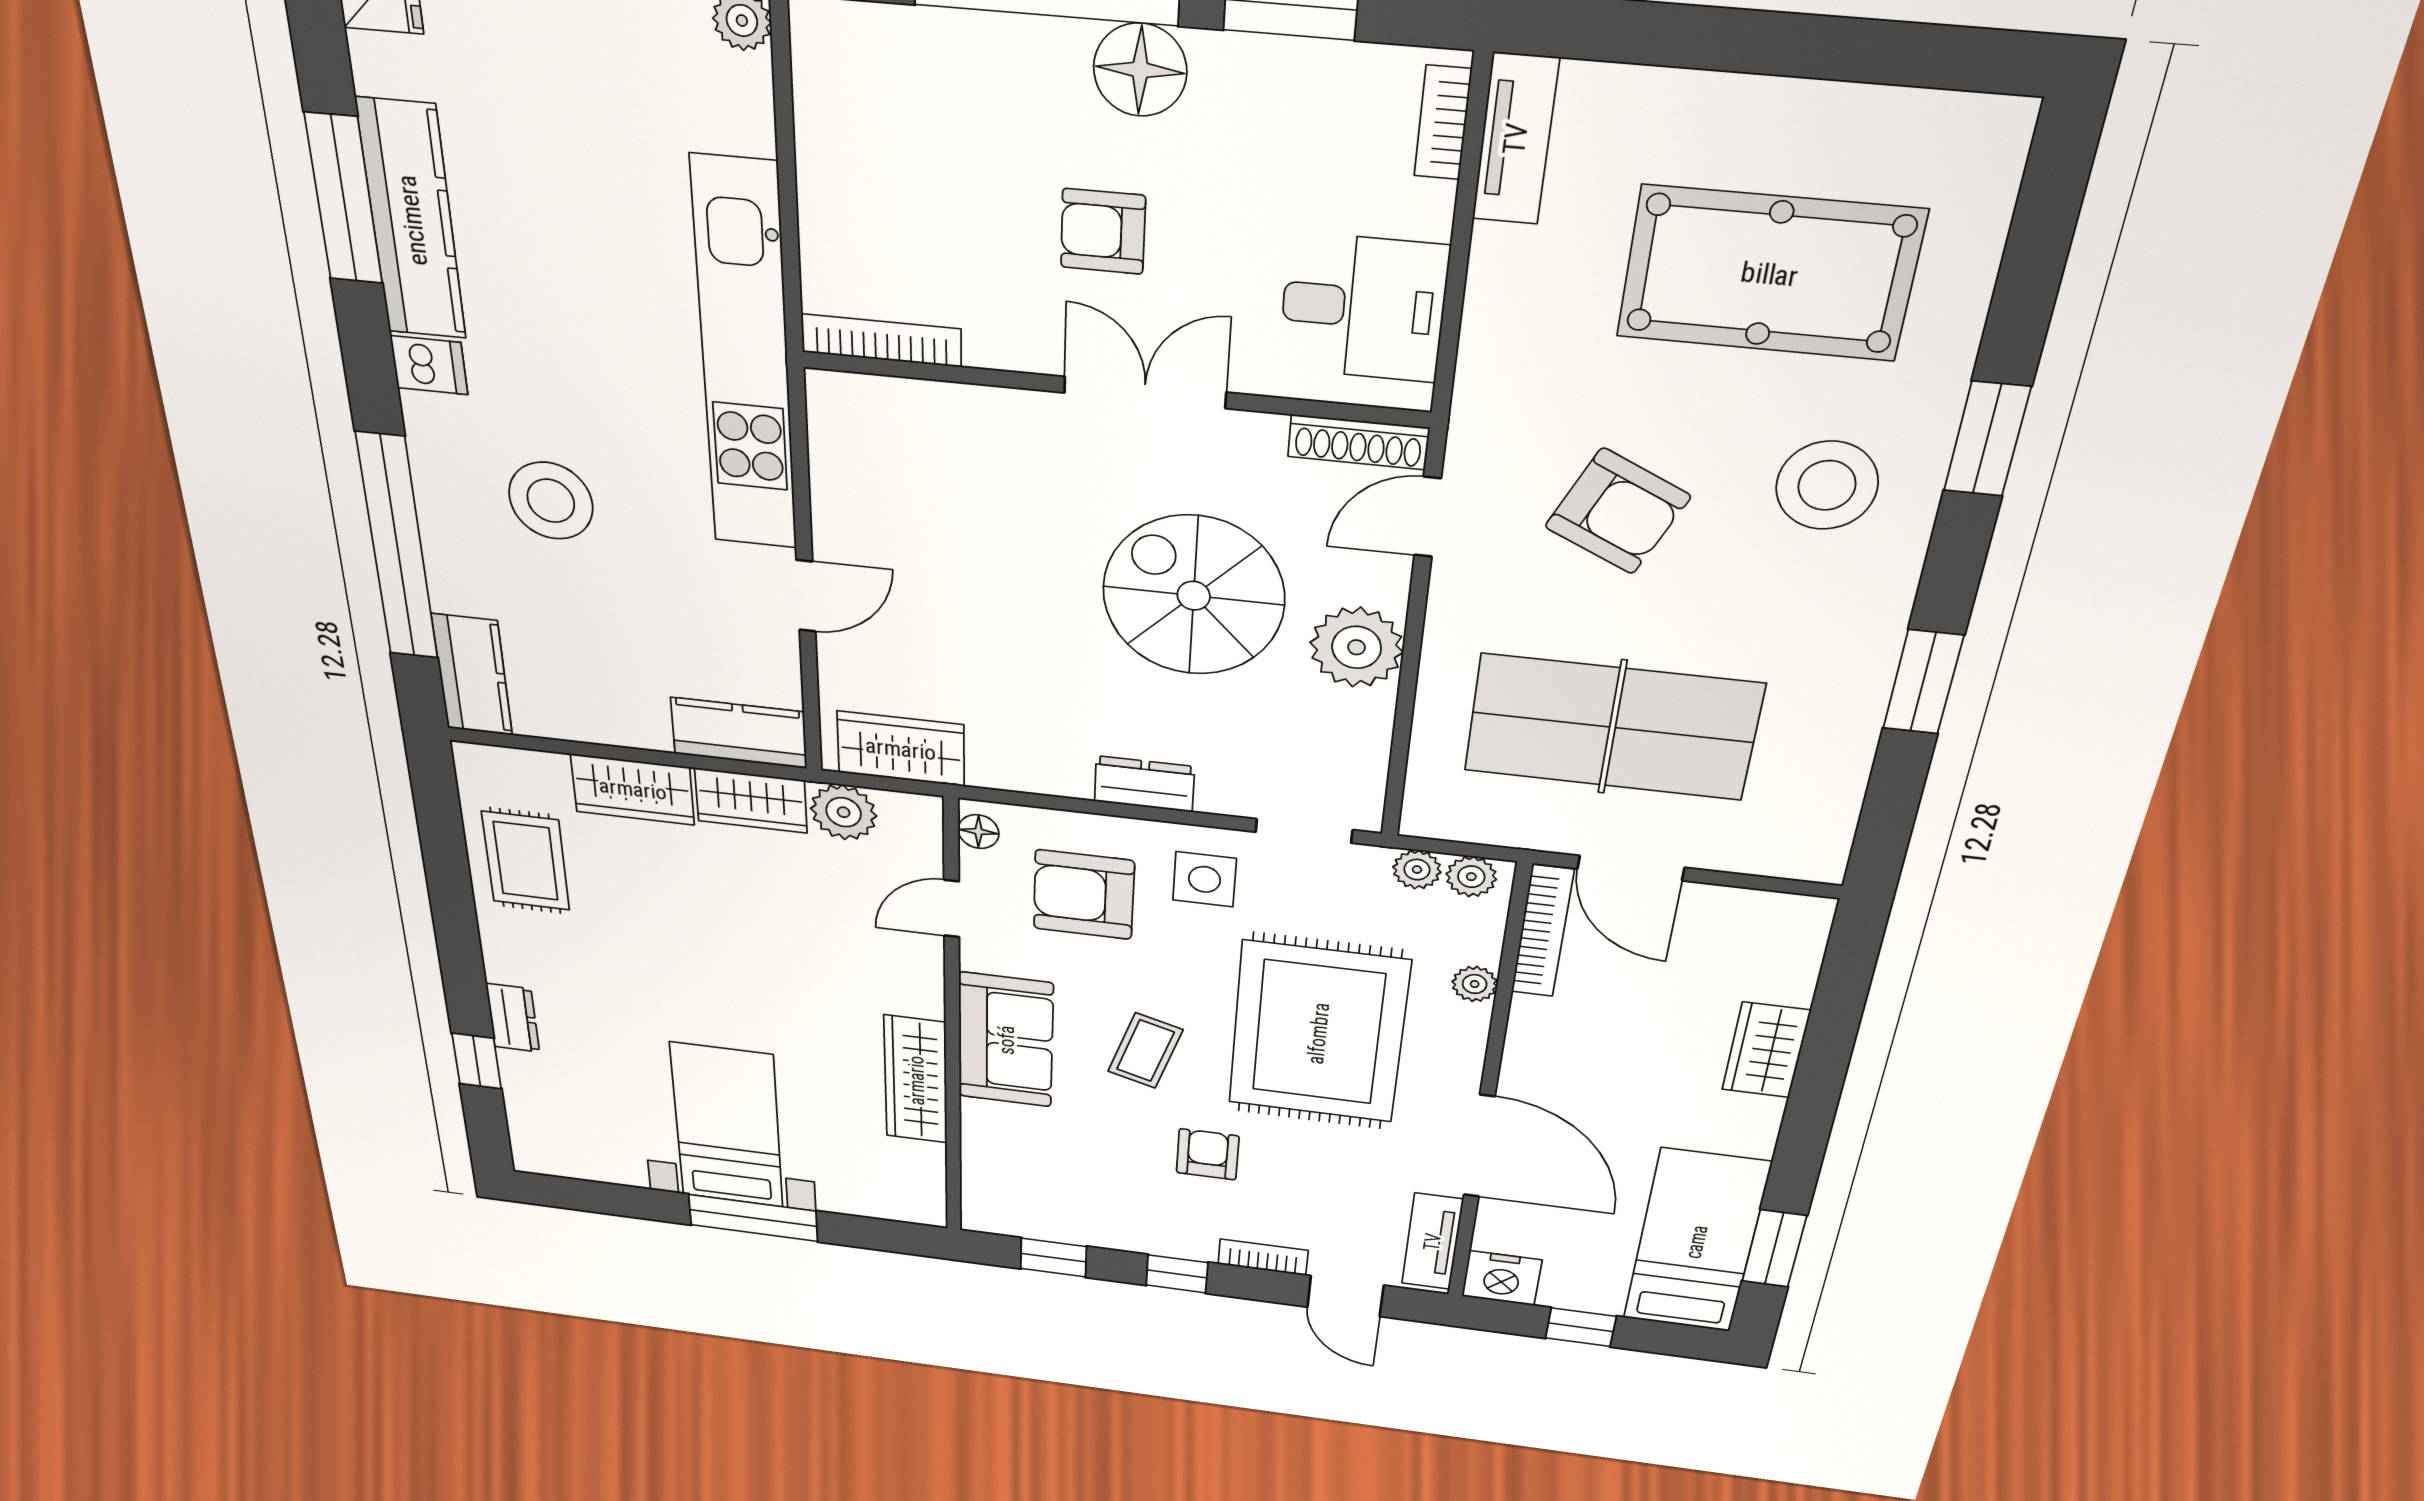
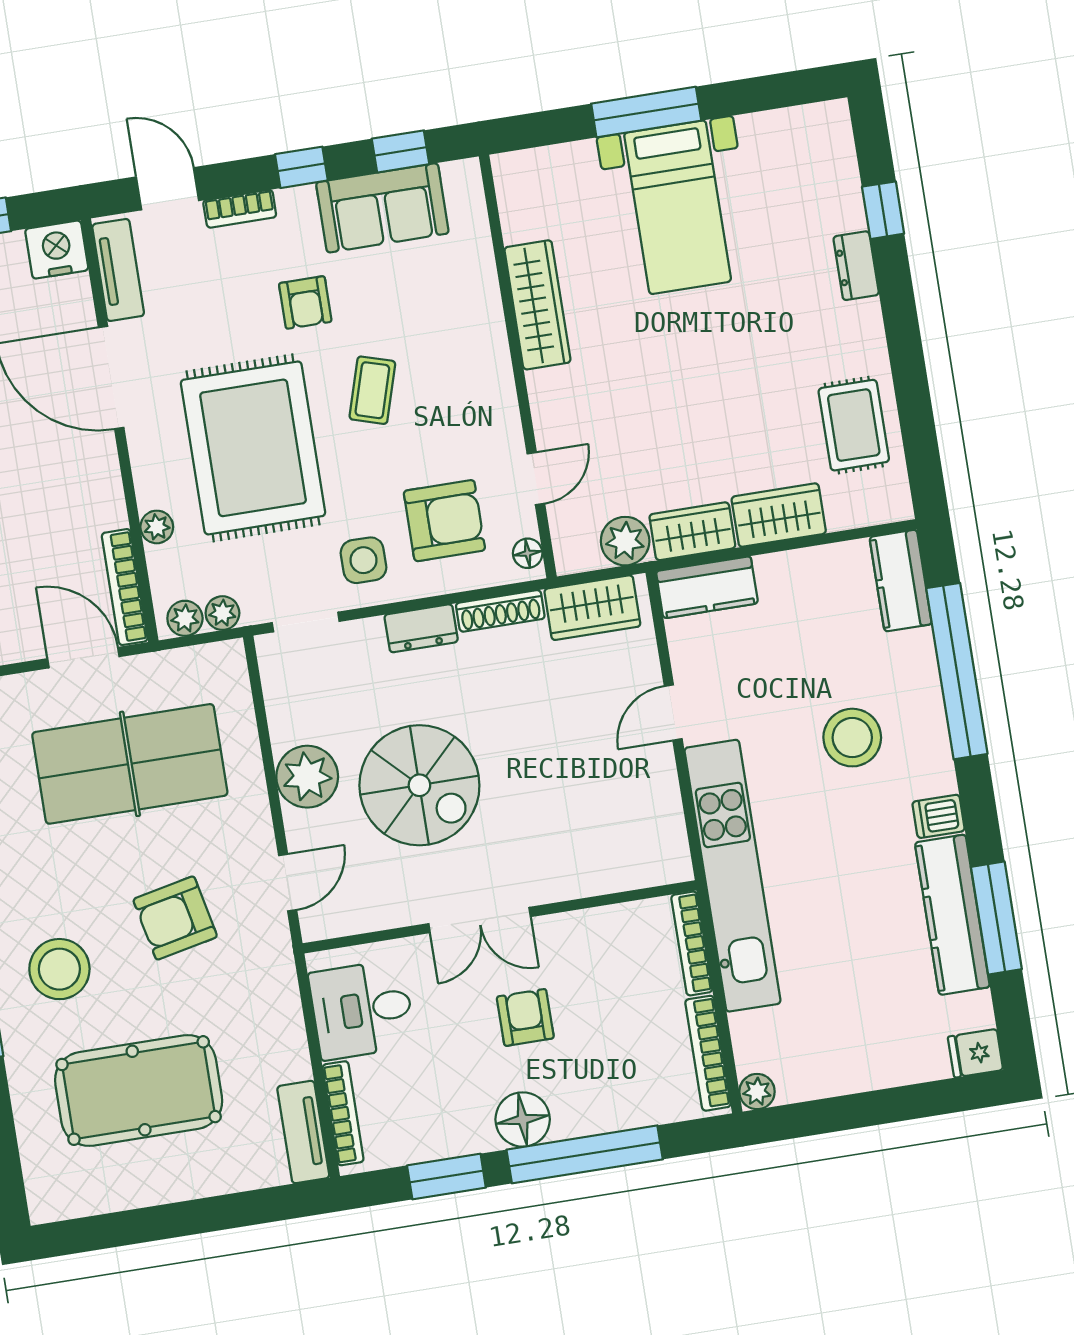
bookcase: (816, 103) -> (708, 1053), added
bookcase: (1443, 123) -> (343, 1113), width x1.56
armchair: (1103, 231) -> (525, 1017), turned -90
bookcase: (881, 340) -> (692, 943), moved, turned 90
shoe rack: (1358, 442) -> (500, 611), moved, turned 180
armchair: (1618, 511) -> (175, 918), turned -37
sofa: (1006, 1040) -> (382, 208), moved, turned -90

